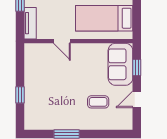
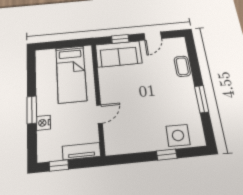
door: (137, 99) -> (153, 36), hinge flipped
coffee table: (98, 102) -> (182, 66), moved
side table: (35, 107) -> (178, 135), added

